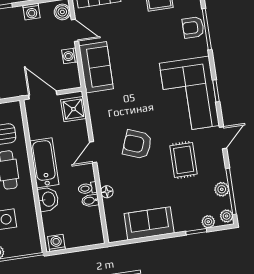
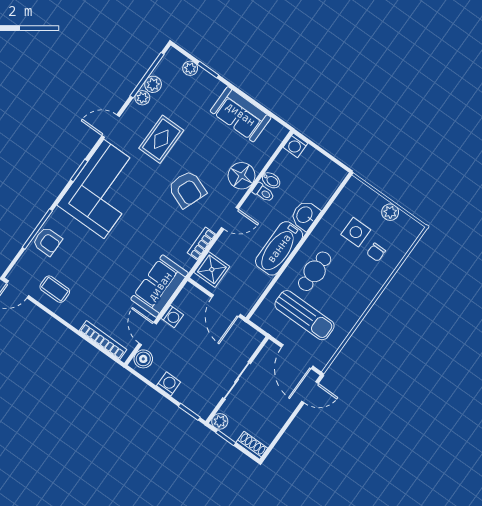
bookcase: (95, 119) -> (202, 244), added
floor lamp: (107, 192) -> (242, 176), width x1.89, depth x1.89
plant: (227, 216) -> (142, 98), moved
washing machine: (56, 243) -> (295, 145), moved

